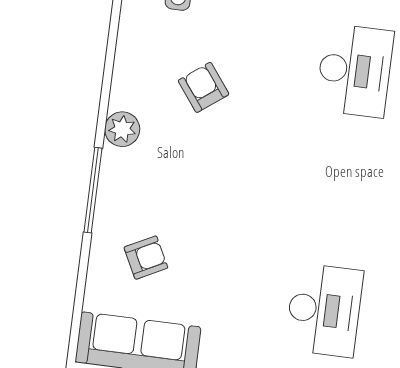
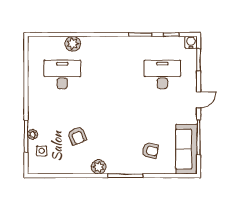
armchair: (204, 87) -> (77, 136), turned -76
armchair: (146, 258) -> (150, 150), turned 130

